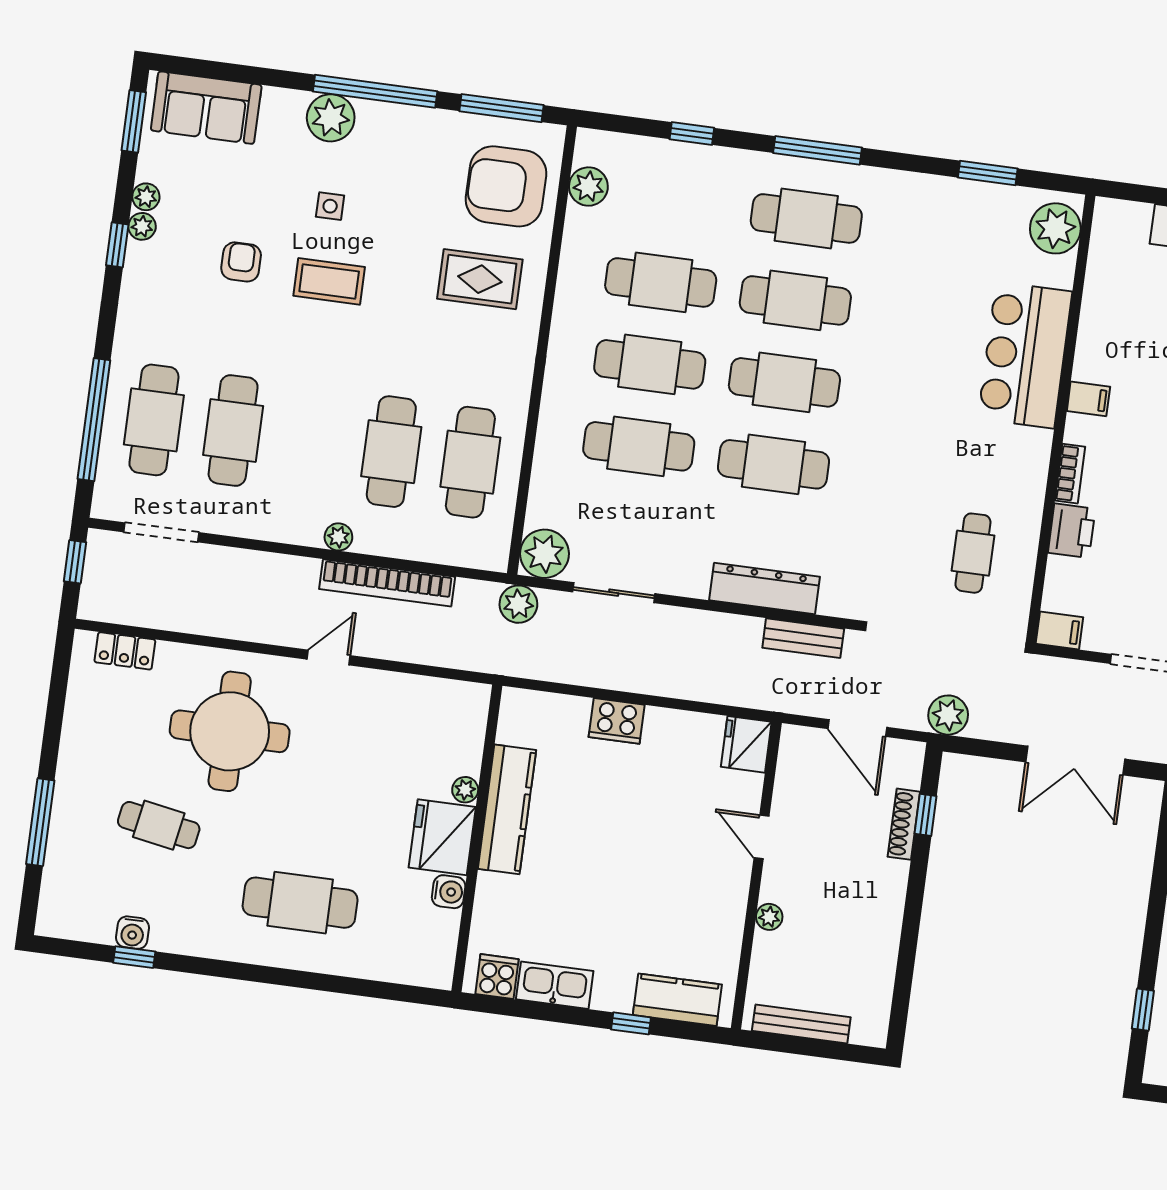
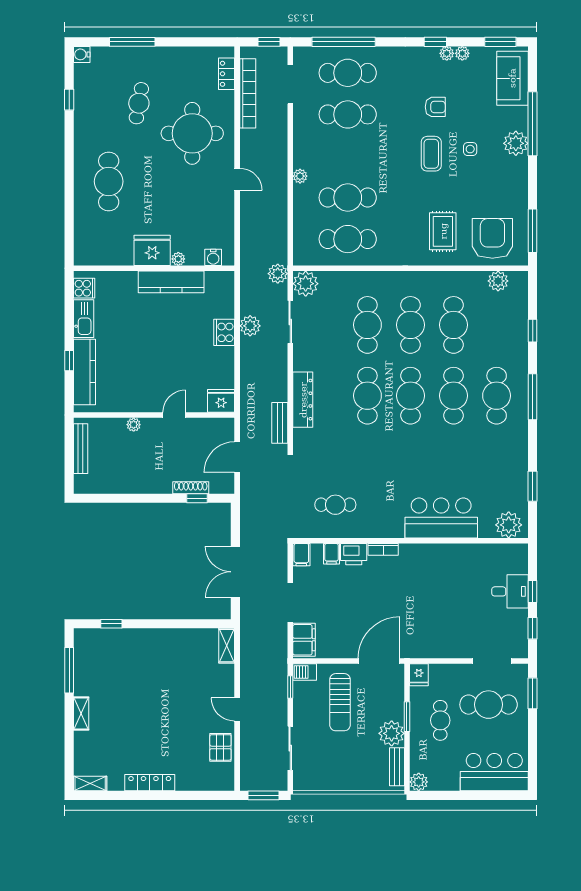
window: (375, 91) -> (533, 124), moved
filing cabinet: (1088, 399) -> (331, 554), moved
bookcase: (387, 583) -> (248, 93), moved, turned 180
plant: (948, 715) -> (250, 326), moved
water cooler: (449, 892) -> (213, 257), moved
water cooler: (132, 933) -> (82, 54), moved
kitchen counter: (677, 1000) -> (84, 372), width x1.50

